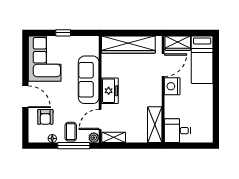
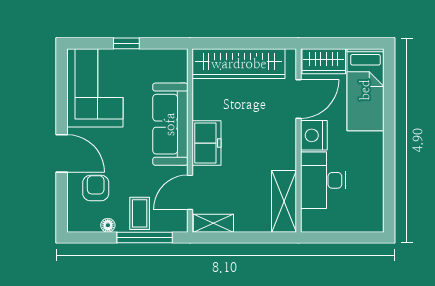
armchair: (45, 117) -> (96, 188), turned 180
desk: (177, 131) -> (323, 180), moved, width x1.37
plant: (94, 138) -> (179, 224), removed

